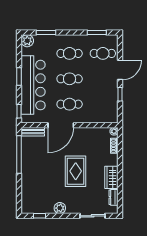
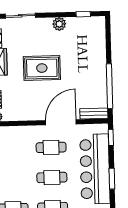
rug: (76, 171) -> (42, 68), turned 90

